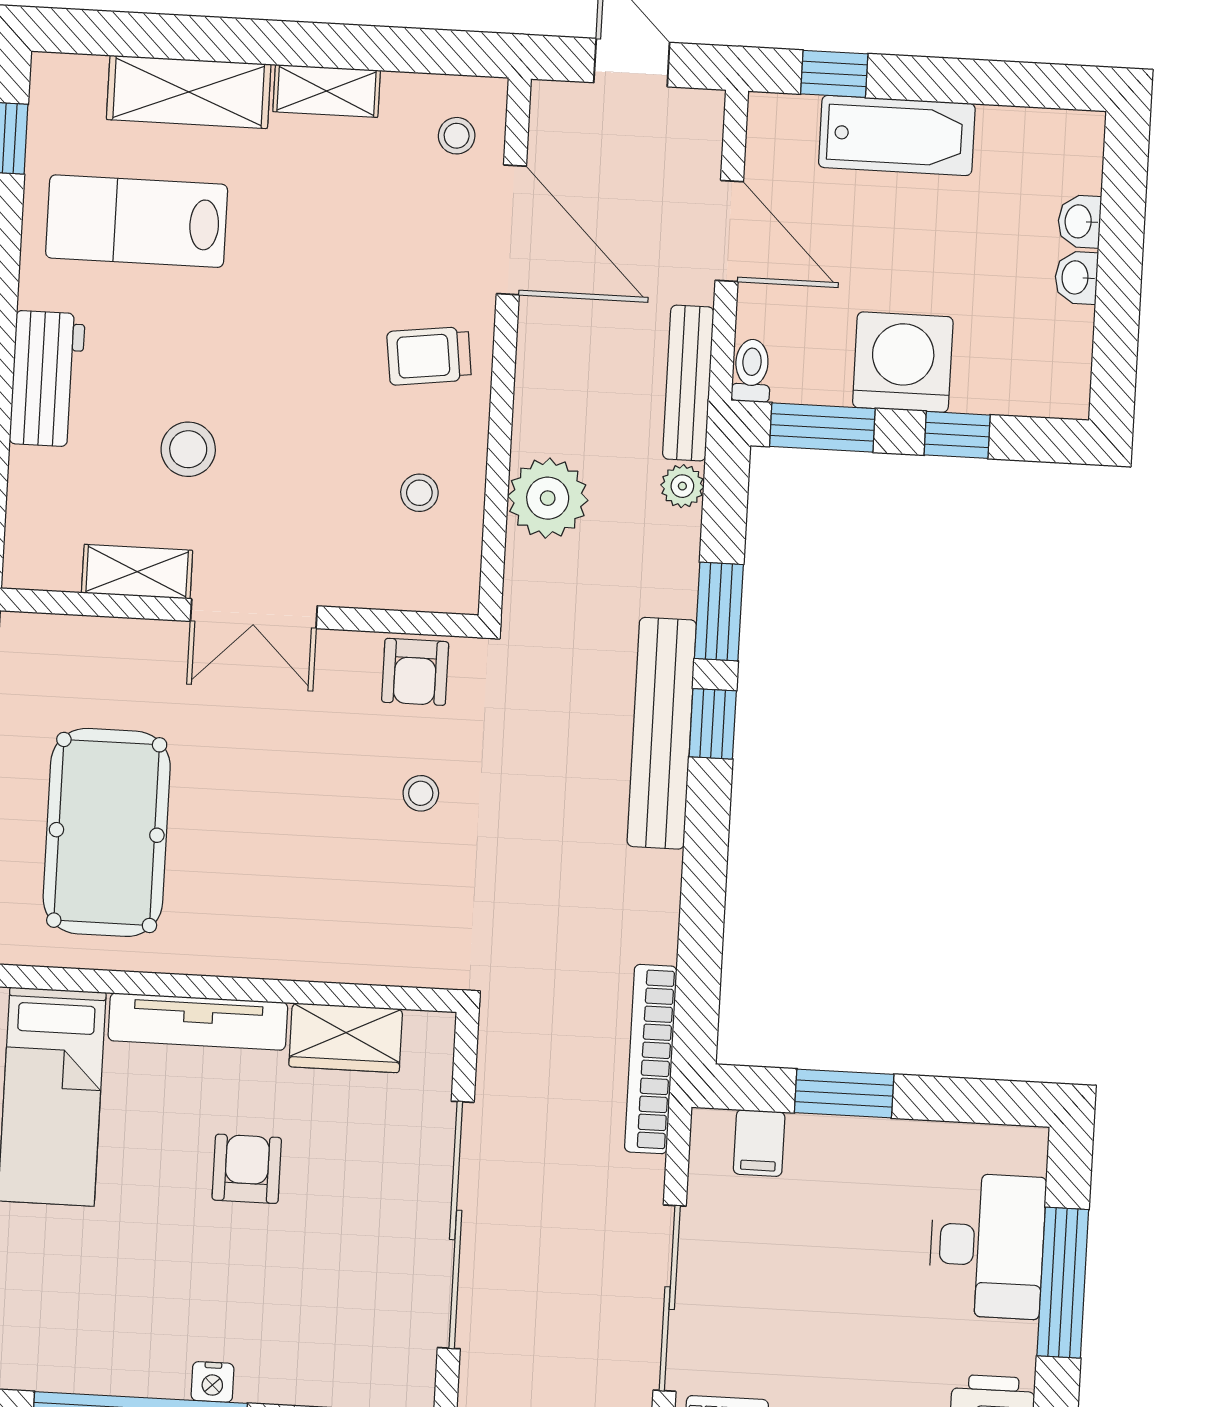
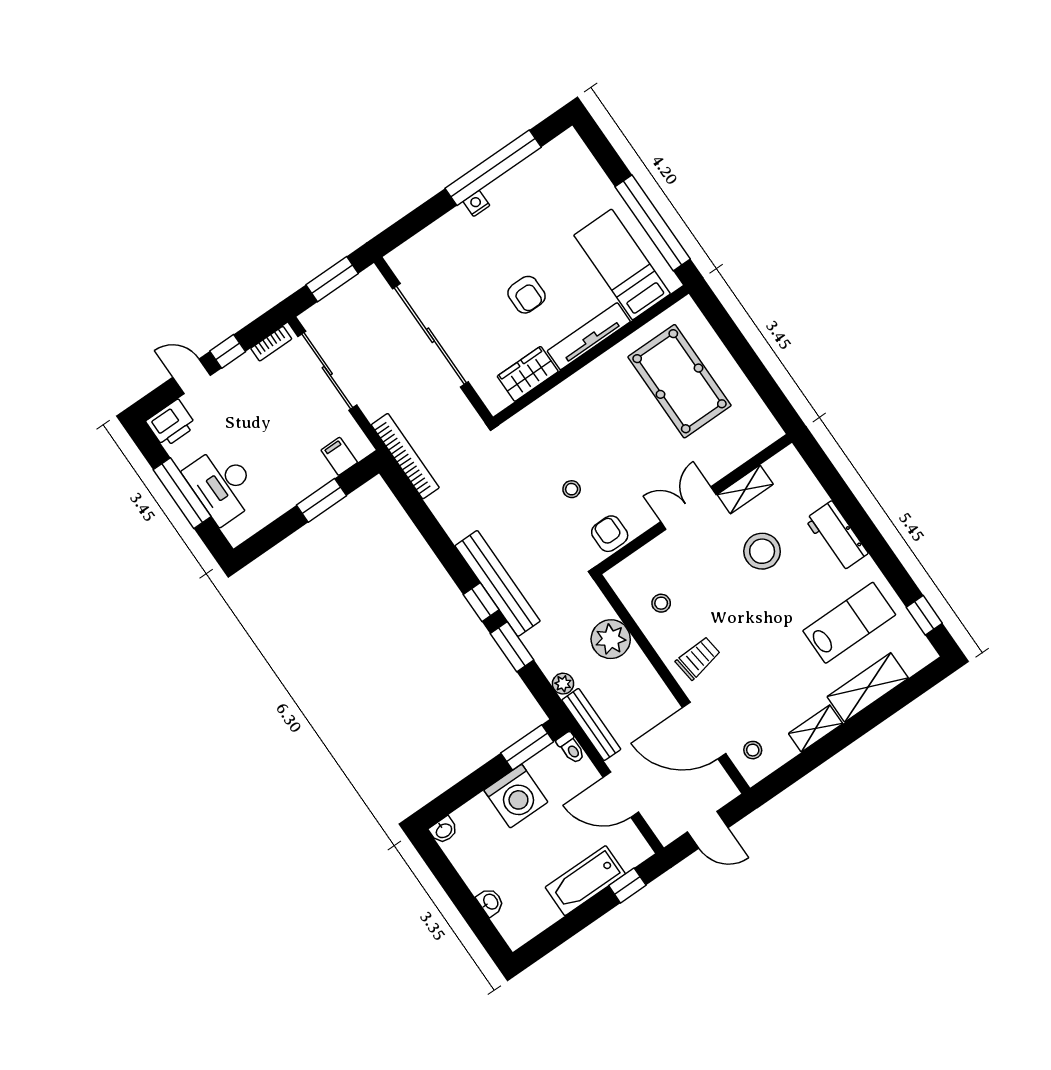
washbasin: (1076, 278) -> (444, 830), moved, turned 90
window: (957, 435) -> (474, 784), removed
stool: (188, 449) -> (762, 551), width x1.38, depth x1.38

